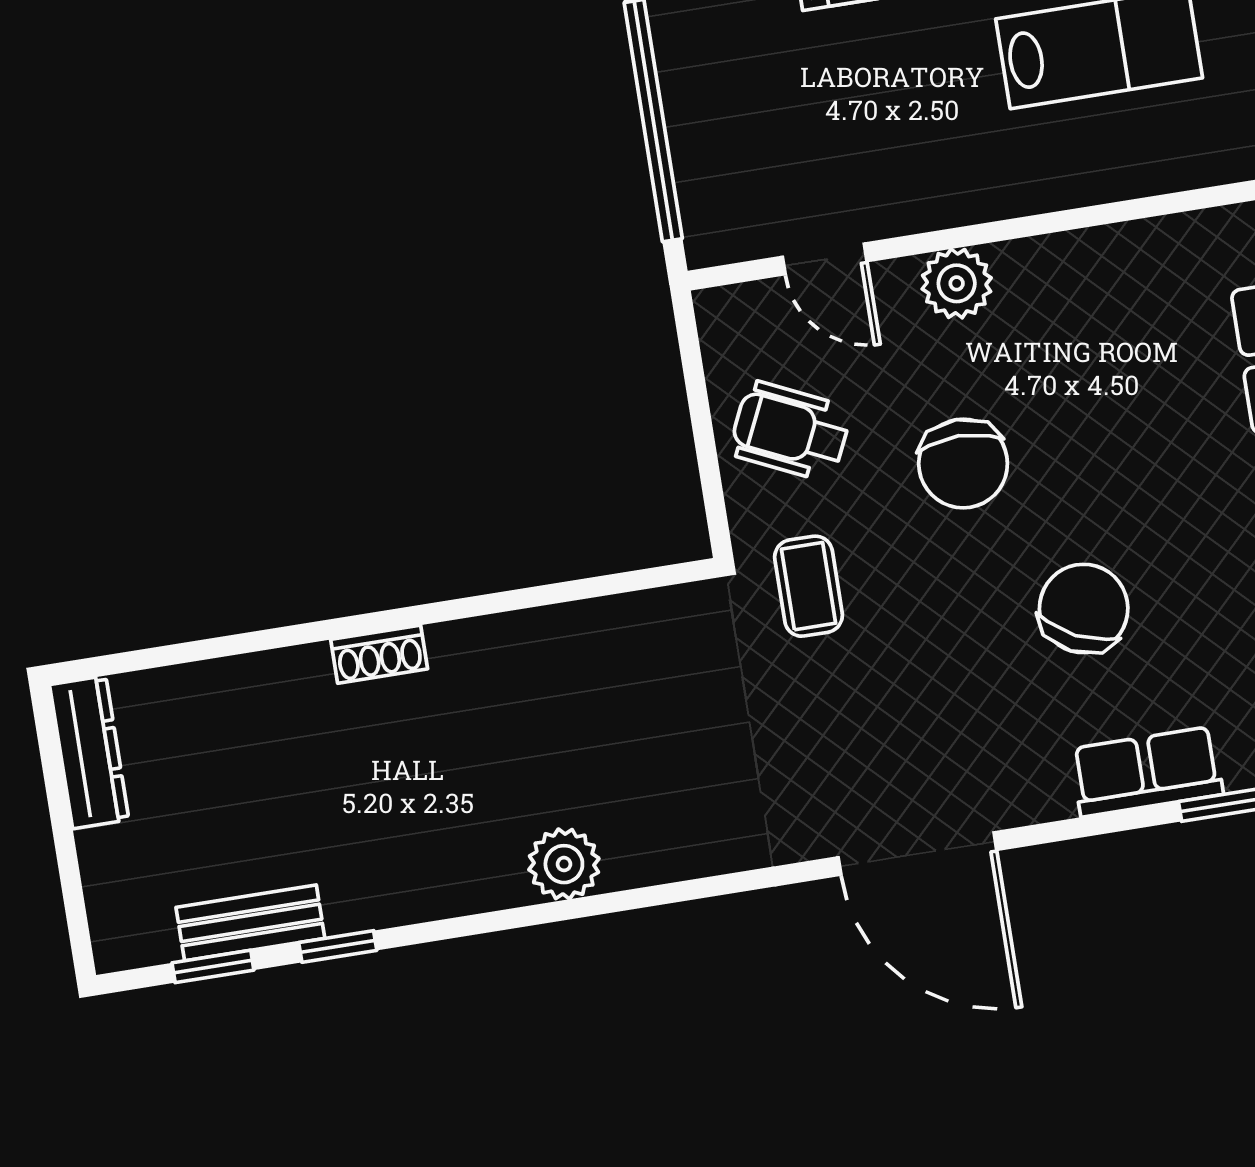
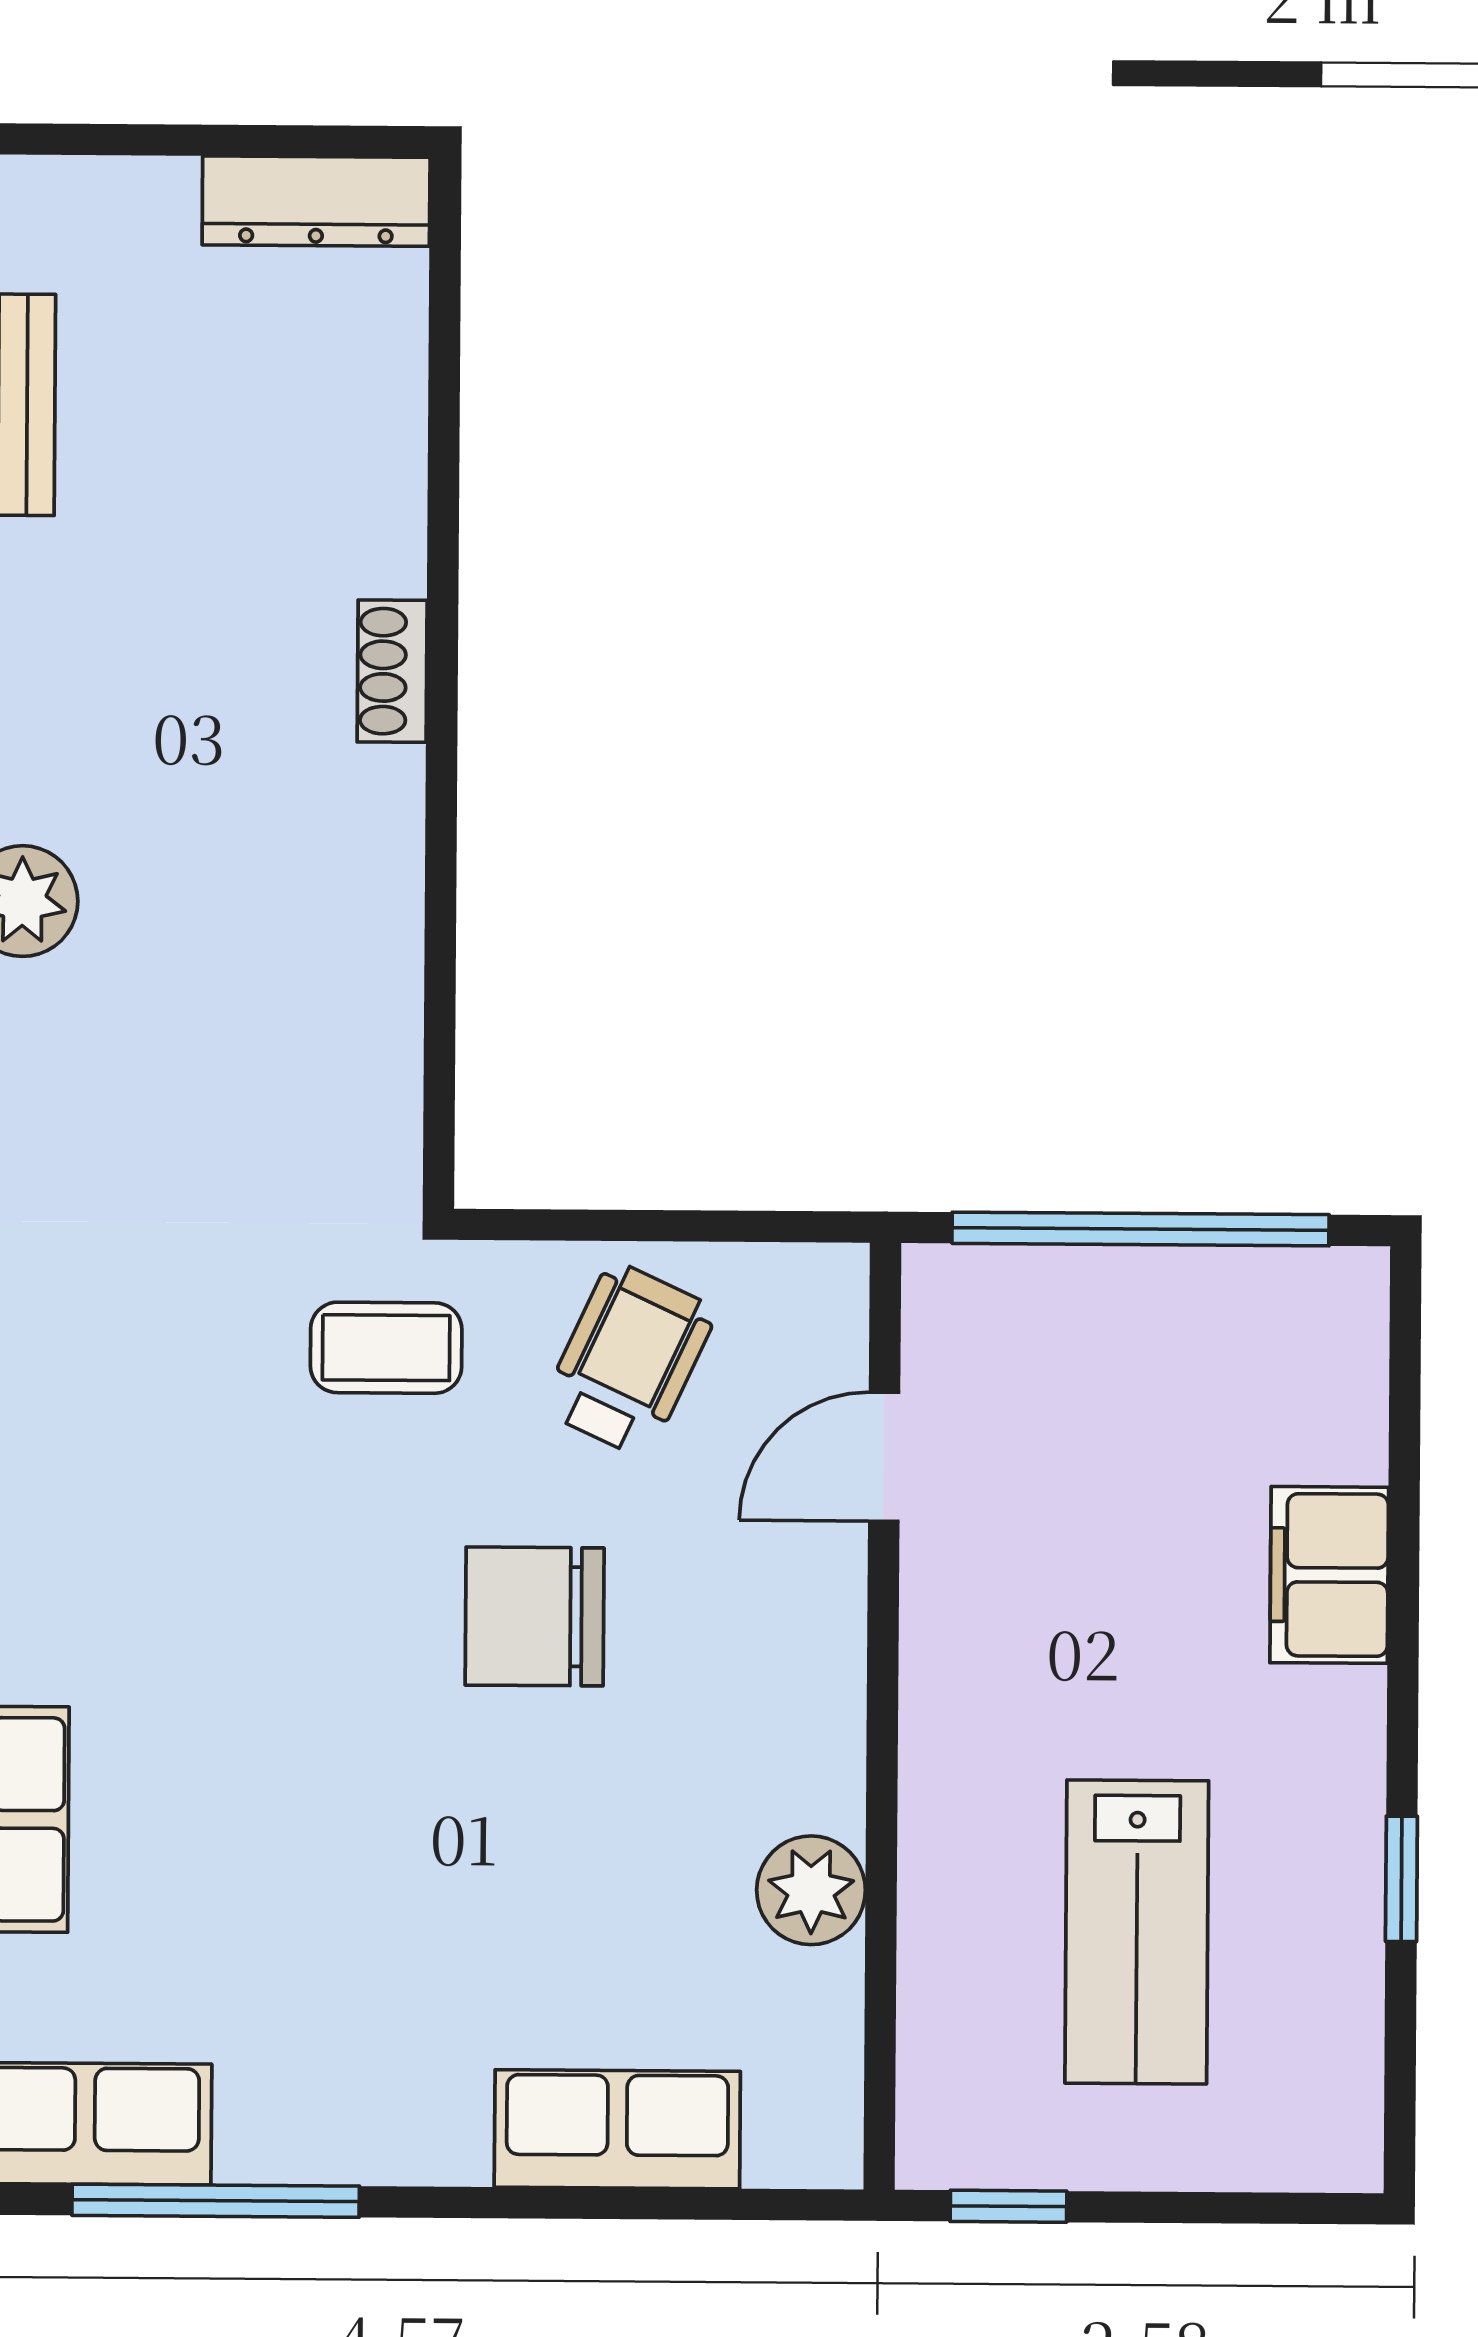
plant: (957, 283) -> (811, 1890), moved
chair: (1084, 608) -> (281, 1764), removed

